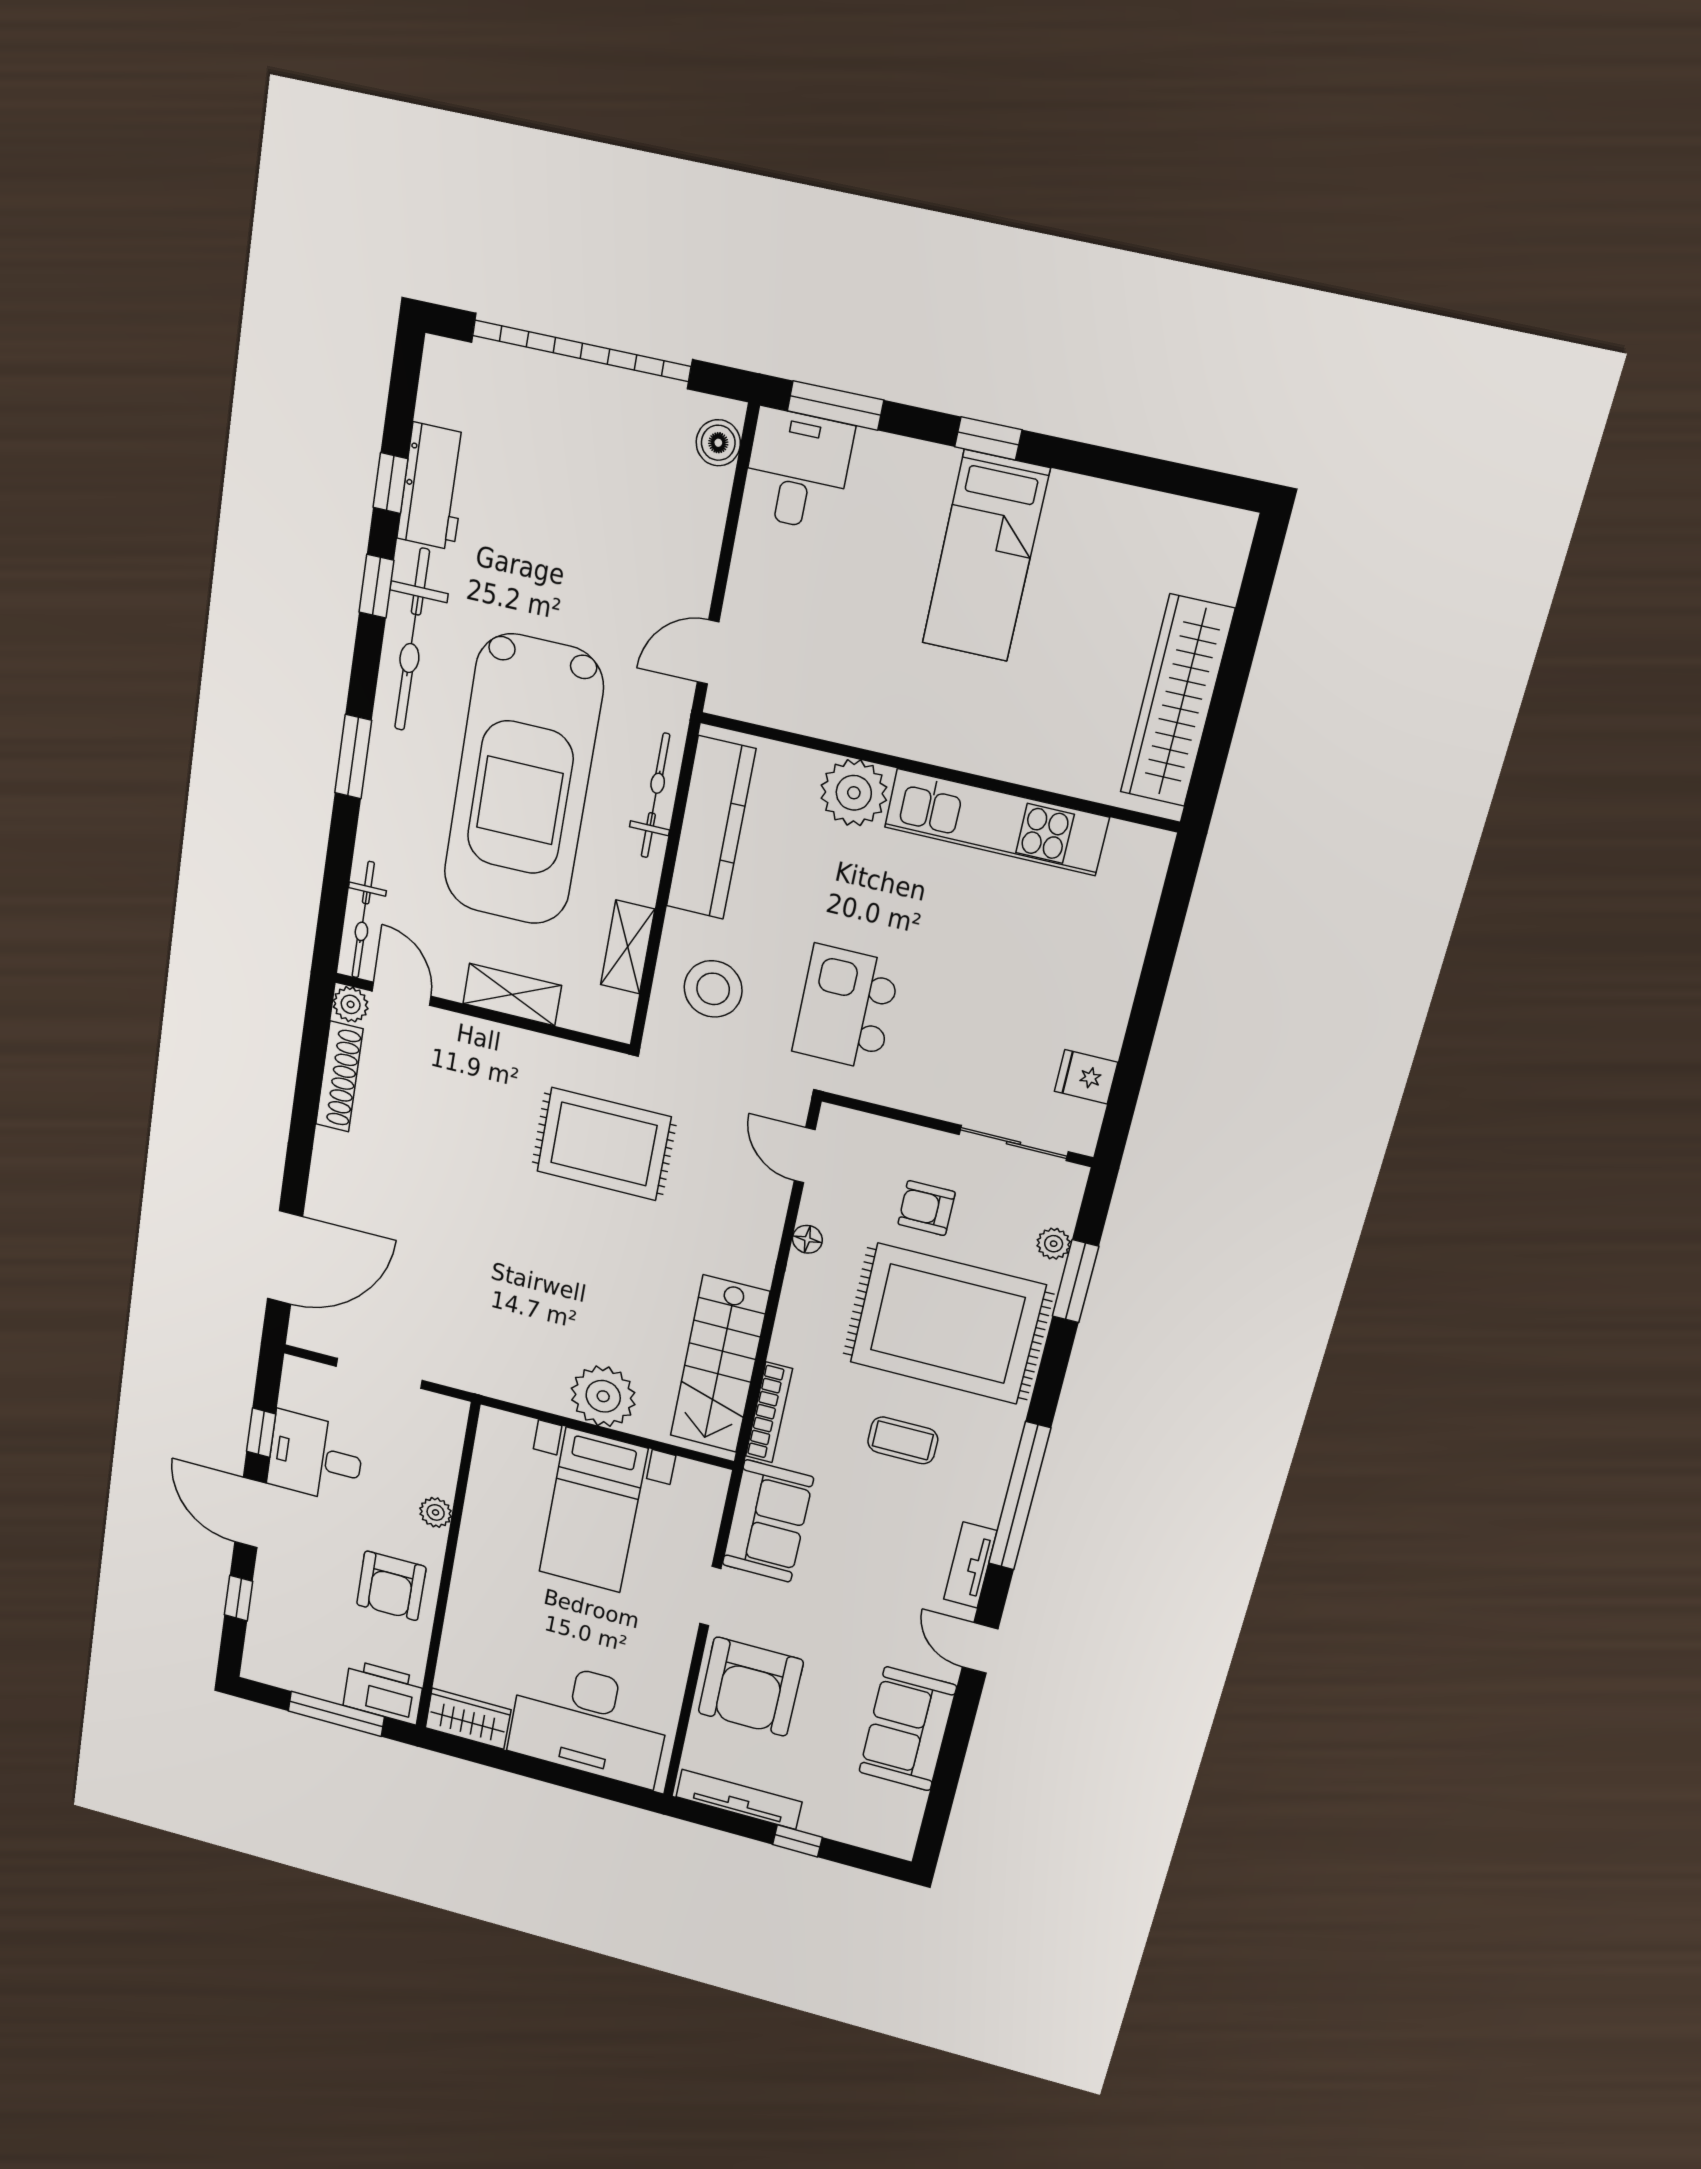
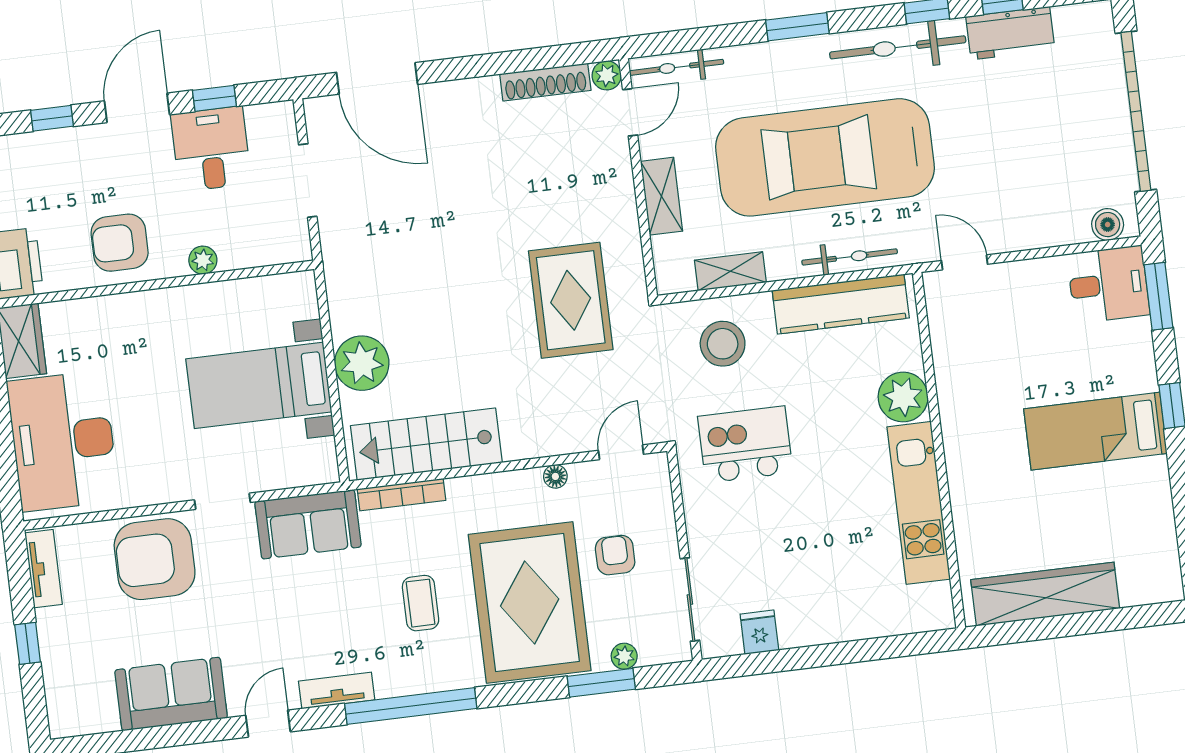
tv unit: (739, 1799) -> (43, 569), width x0.71

